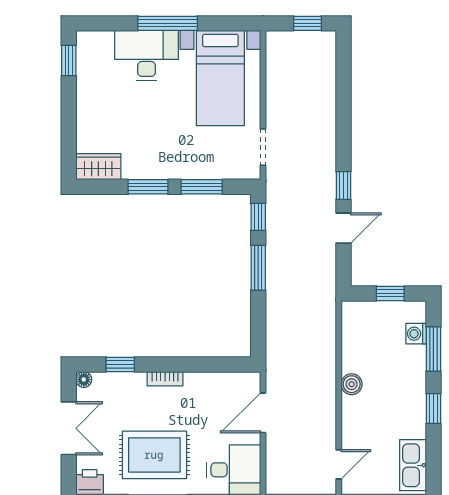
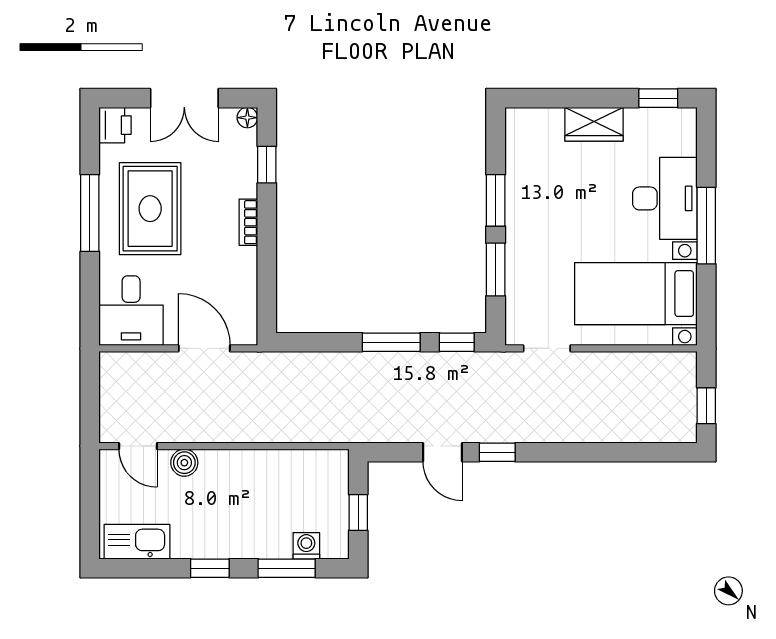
wardrobe: (98, 167) -> (594, 124), moved, turned 90
boiler: (352, 384) -> (184, 463), moved

